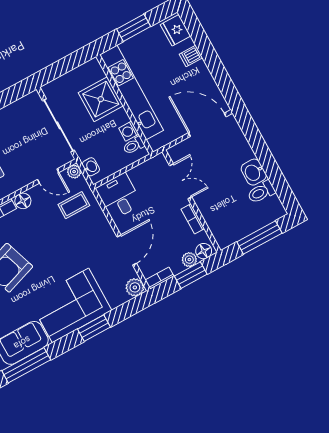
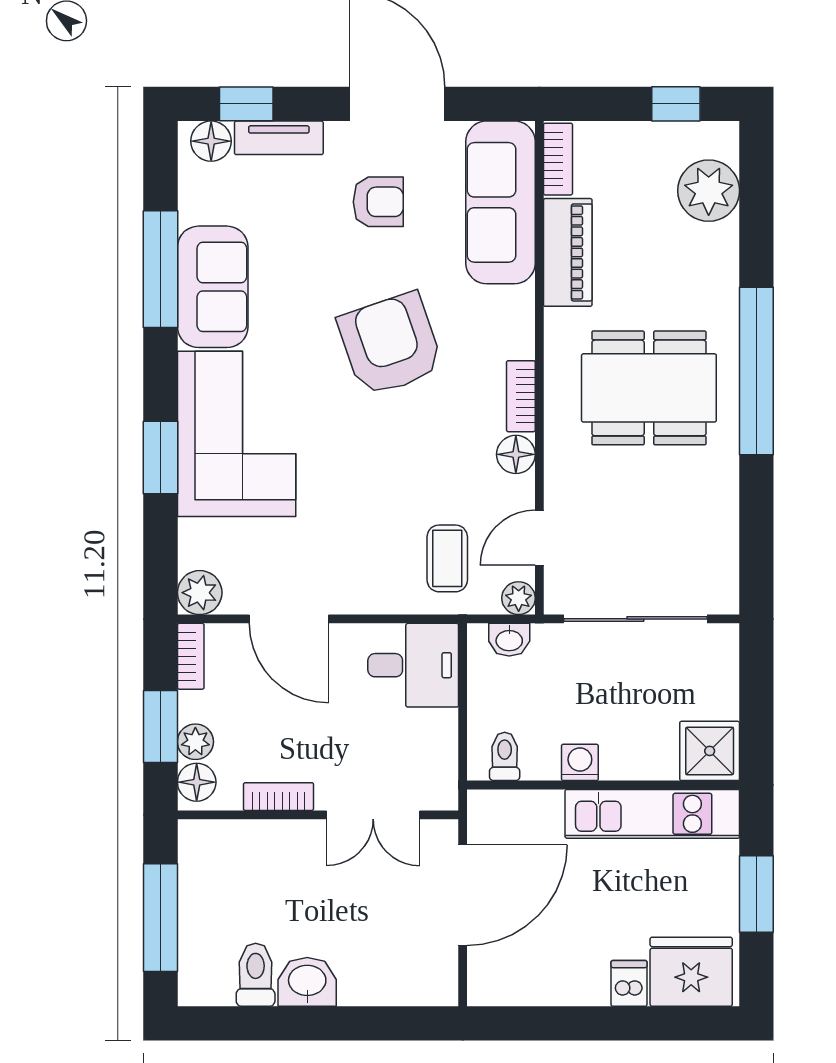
fridge: (175, 30) -> (691, 972), width x1.36, depth x1.34
kitchen unit: (132, 92) -> (652, 814), width x0.73
shower: (101, 99) -> (710, 751), moved, width x0.73, depth x0.73
door: (207, 125) -> (463, 895), moved
washing machine: (129, 131) -> (580, 762), moved

